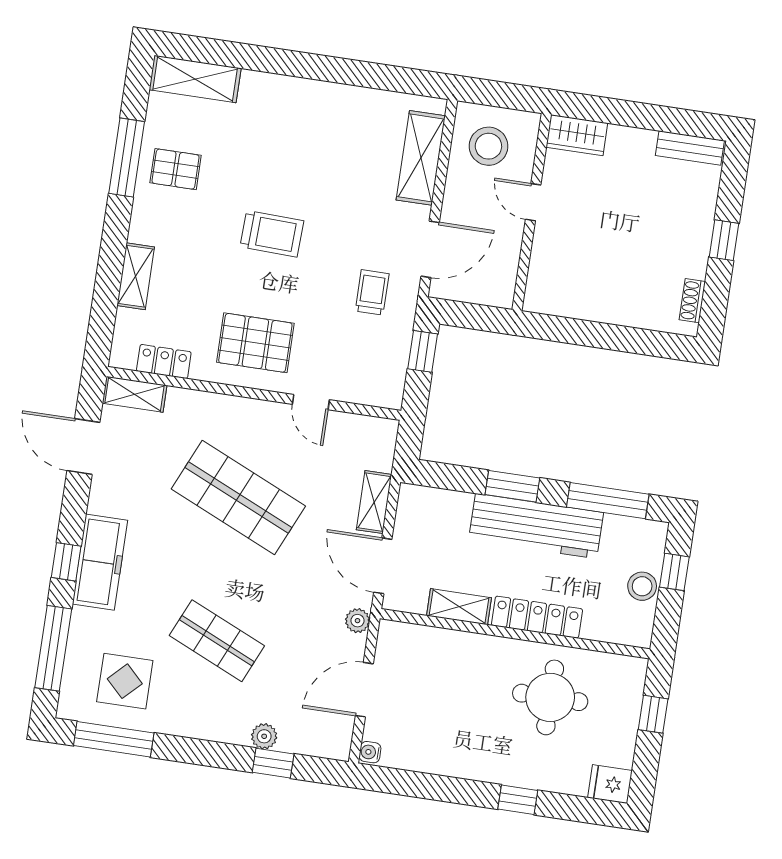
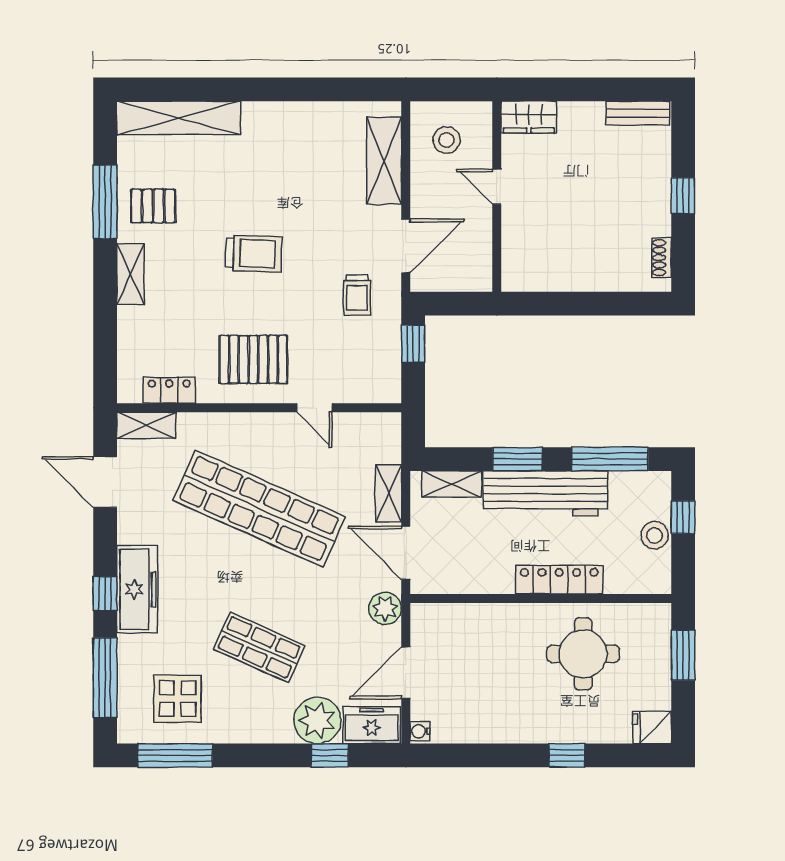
shelving: (195, 79) -> (179, 118), width x1.47
stool: (488, 146) -> (447, 140), width x0.73, depth x0.73
shelving: (136, 276) -> (130, 274), moved
trolley: (372, 292) -> (357, 295), turned 180
shop shelf: (238, 497) -> (259, 508), width x1.40
shelving: (459, 607) -> (452, 484), moved
plant: (358, 621) -> (385, 608), width x1.38, depth x1.38
window: (653, 714) -> (683, 655), width x1.50
plant: (264, 736) -> (317, 720), width x1.88, depth x1.88
freezer: (321, 738) -> (372, 725), added

